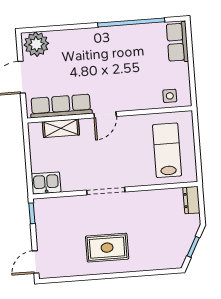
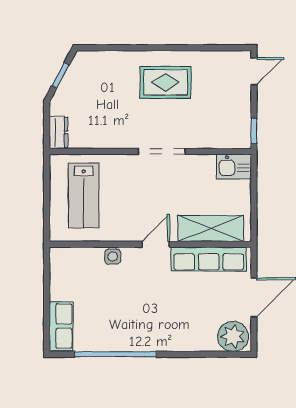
side table: (170, 96) -> (113, 257), moved
shelving: (61, 128) -> (211, 229), width x1.50, depth x1.33

